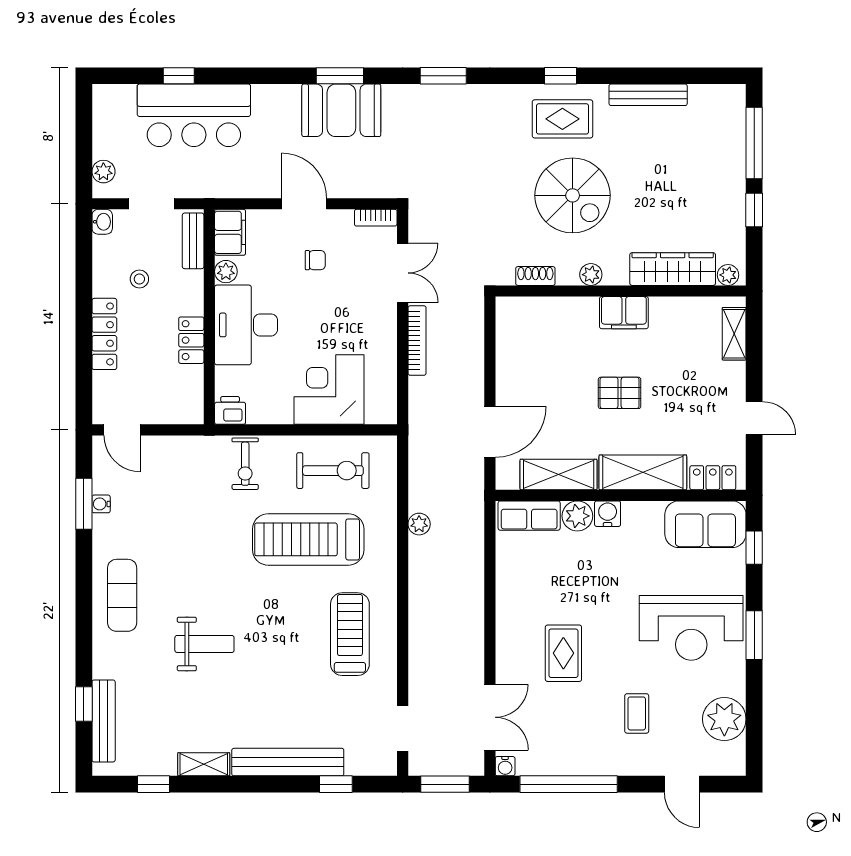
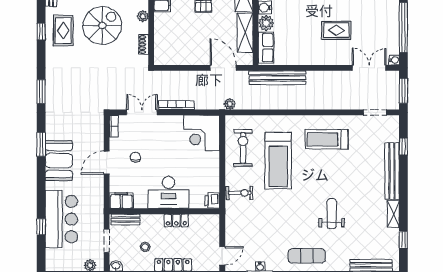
booth: (341, 110) -> (59, 160), moved
plant: (226, 272) -> (141, 203), removed
corner desk: (329, 390) -> (202, 133), moved
plant: (419, 524) -> (230, 104), moved
bench: (471, 538) -> (277, 78), added

